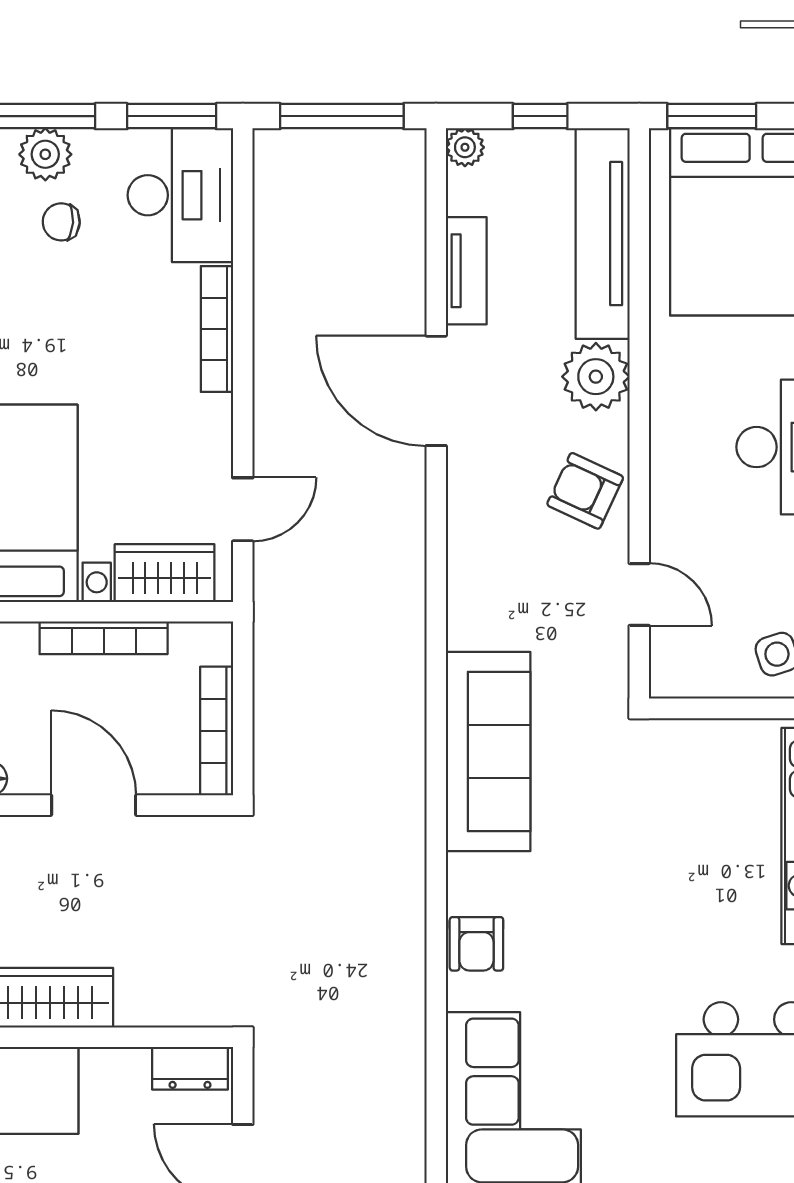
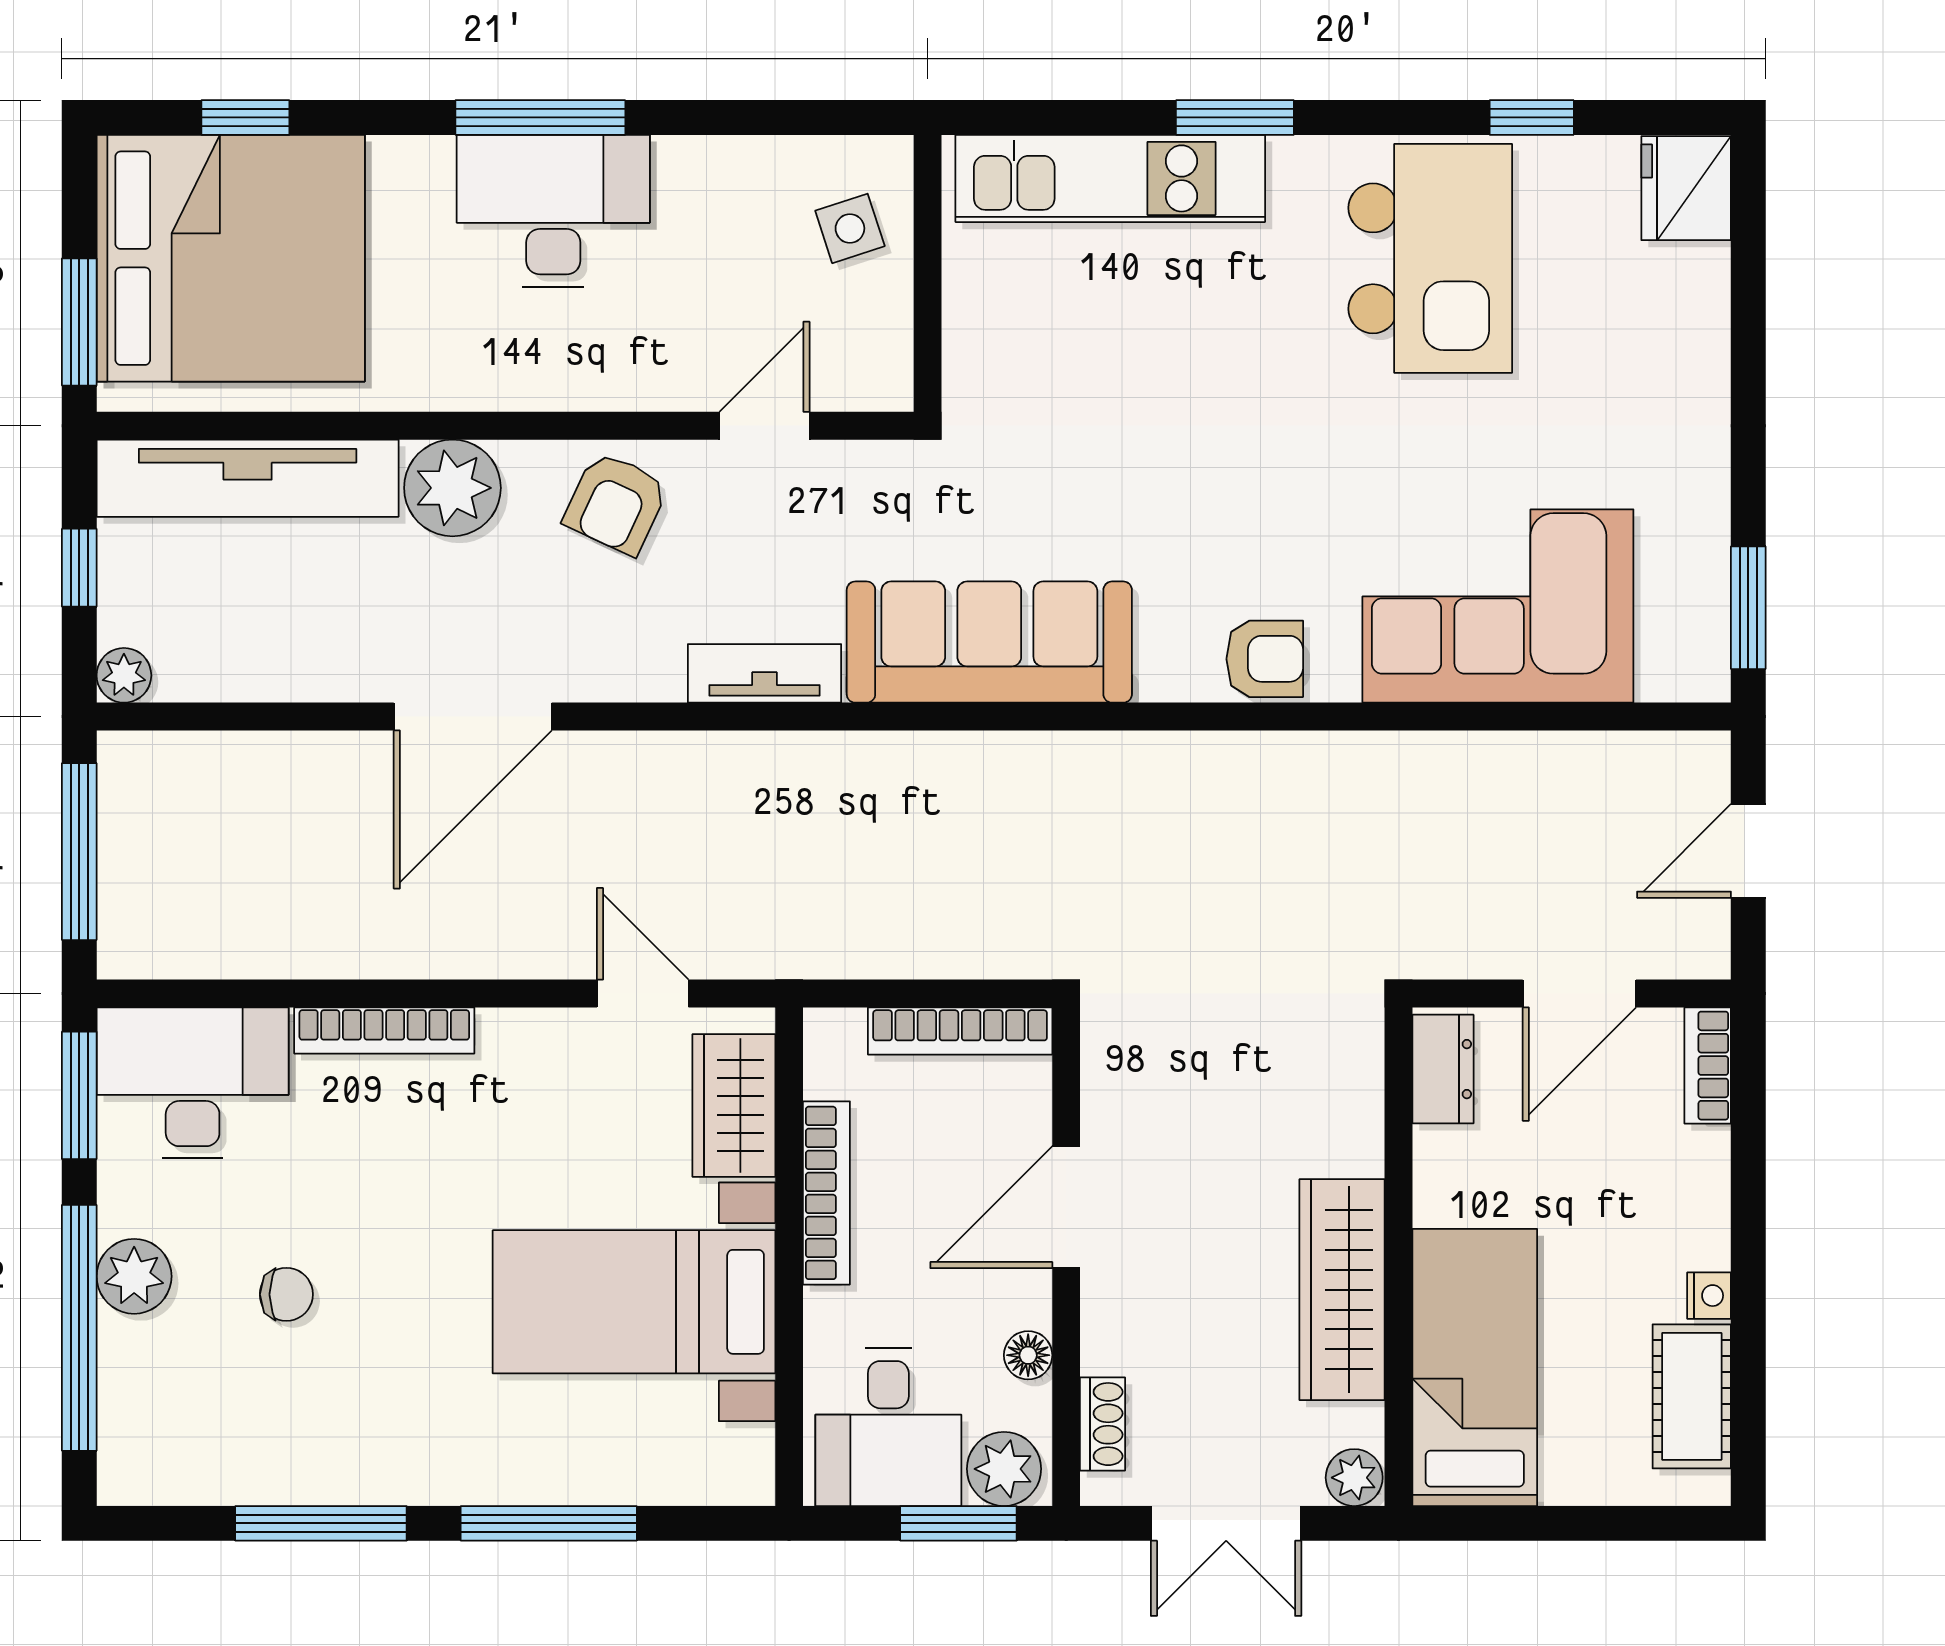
chair: (61, 222) -> (286, 1294), moved, turned -94
tv unit: (466, 271) -> (764, 673), moved

